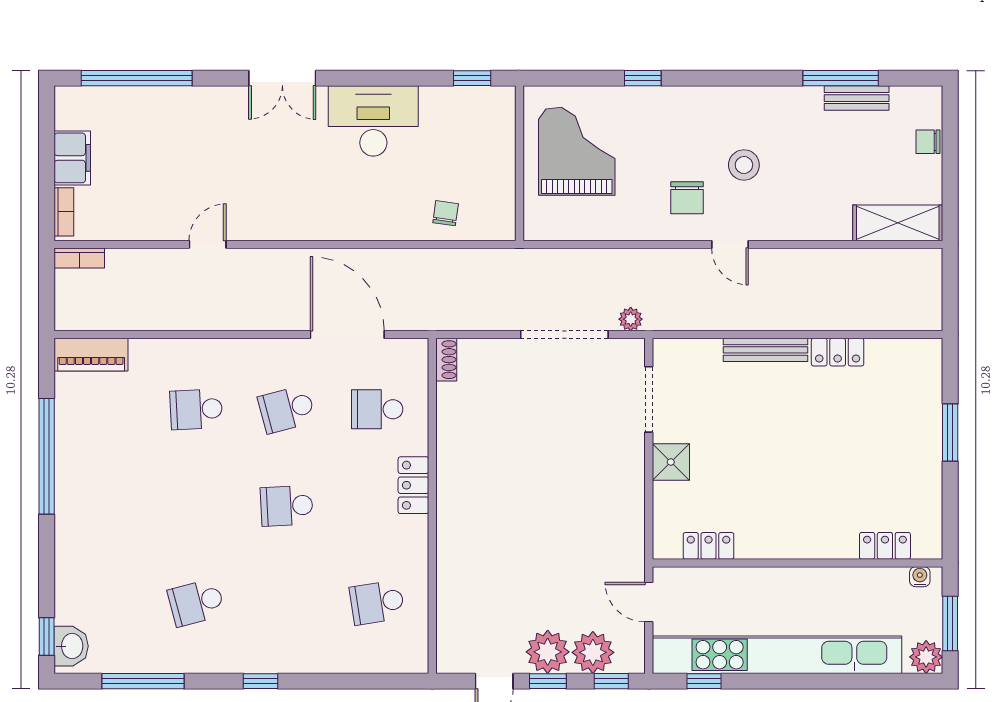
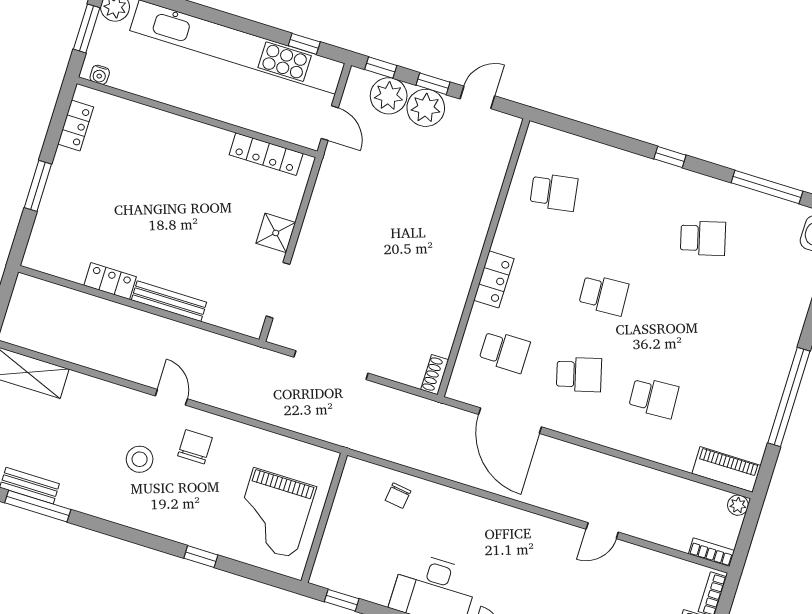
plant: (631, 319) -> (738, 505), moved
locker: (709, 546) -> (266, 154), width x1.53
locker: (885, 546) -> (76, 126), moved, turned -90

